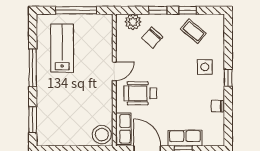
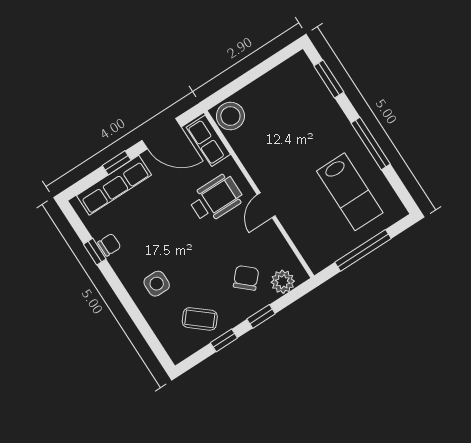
window: (228, 78) -> (95, 252), moved
row of seats: (185, 138) -> (114, 185), width x1.48

